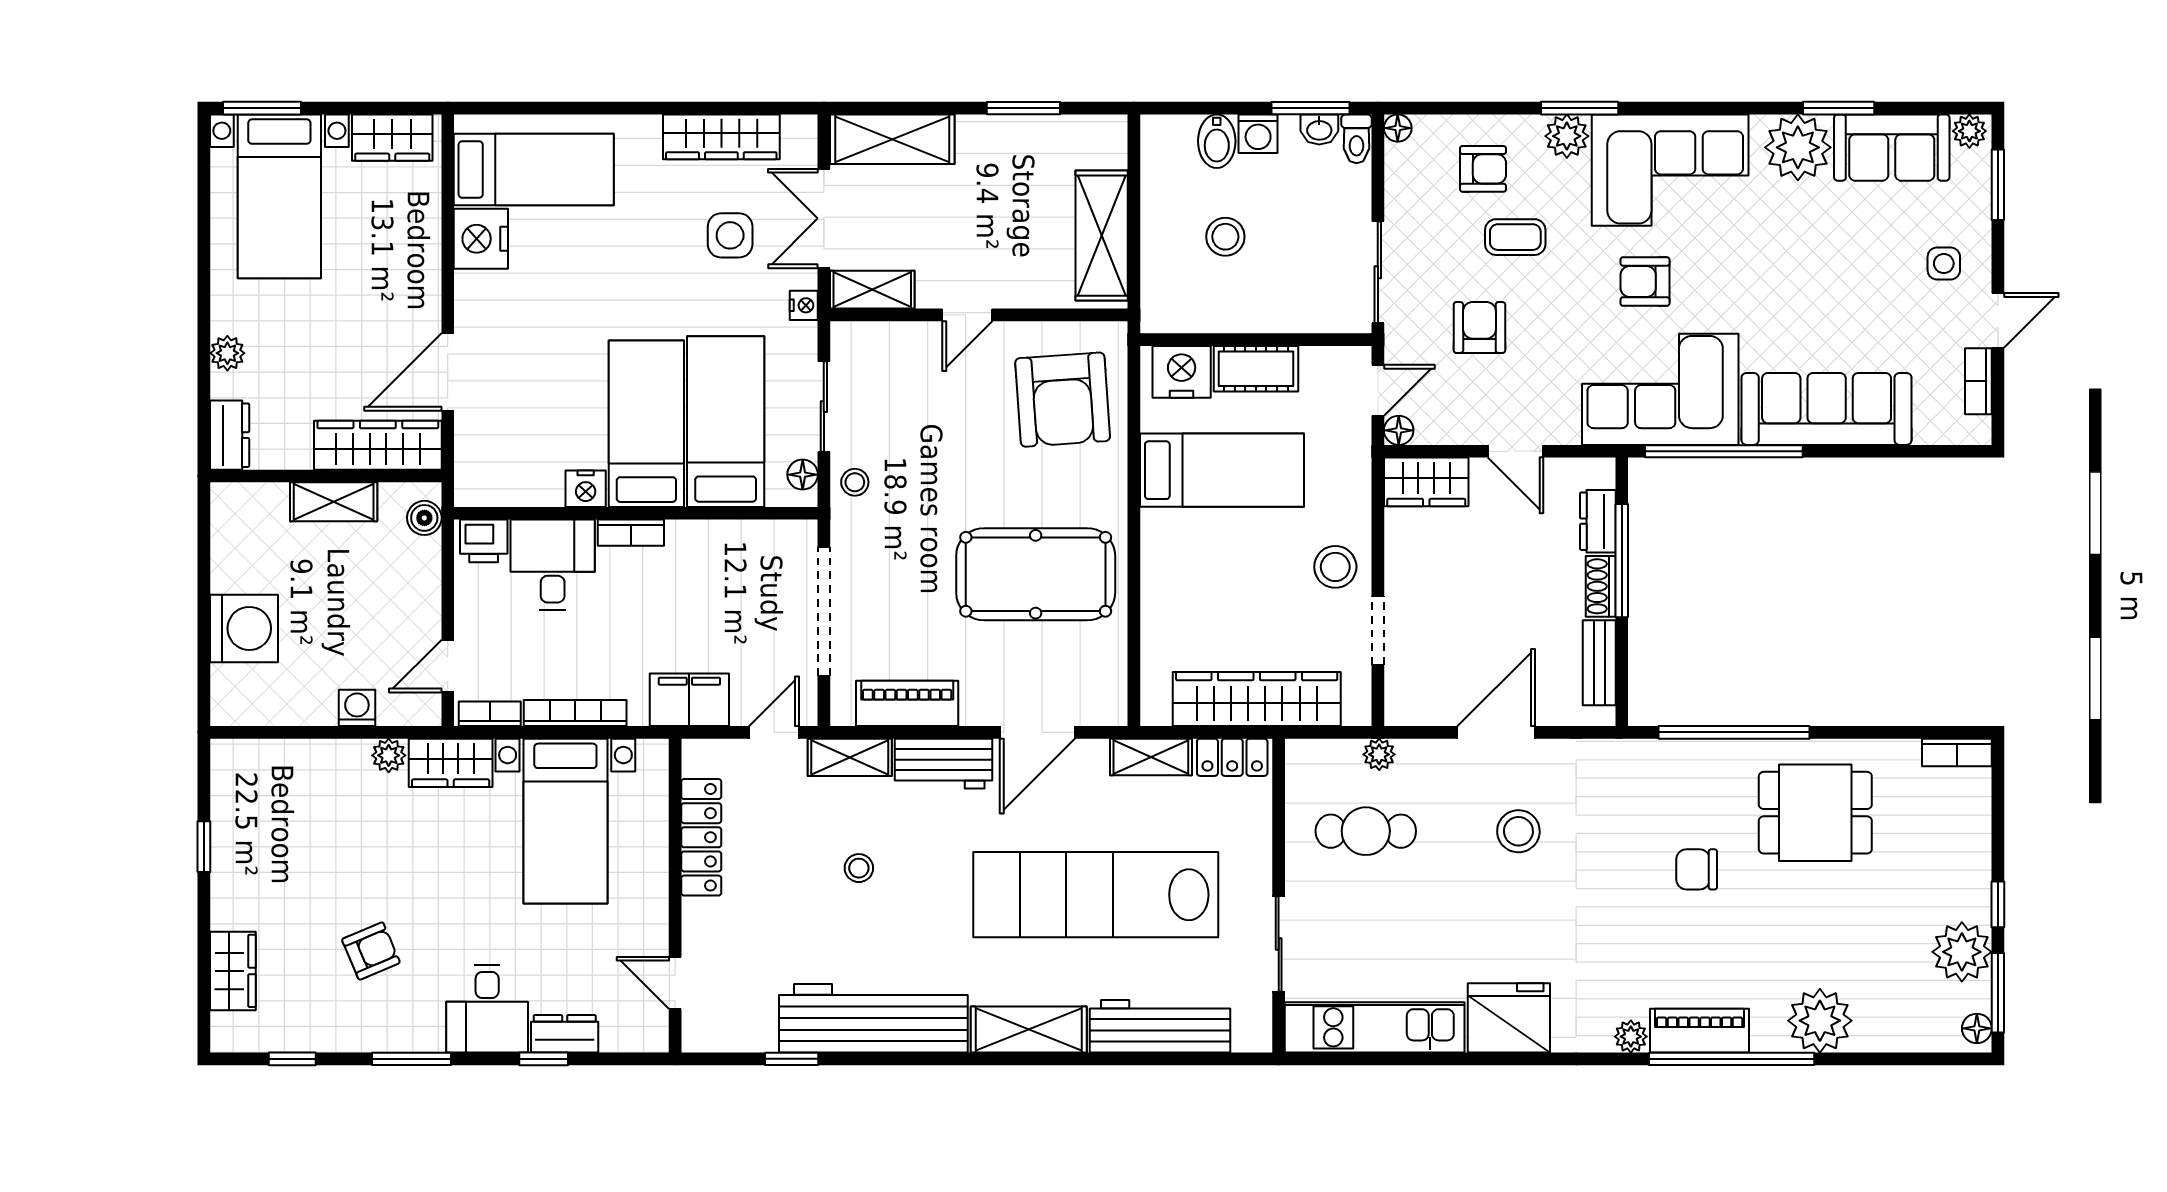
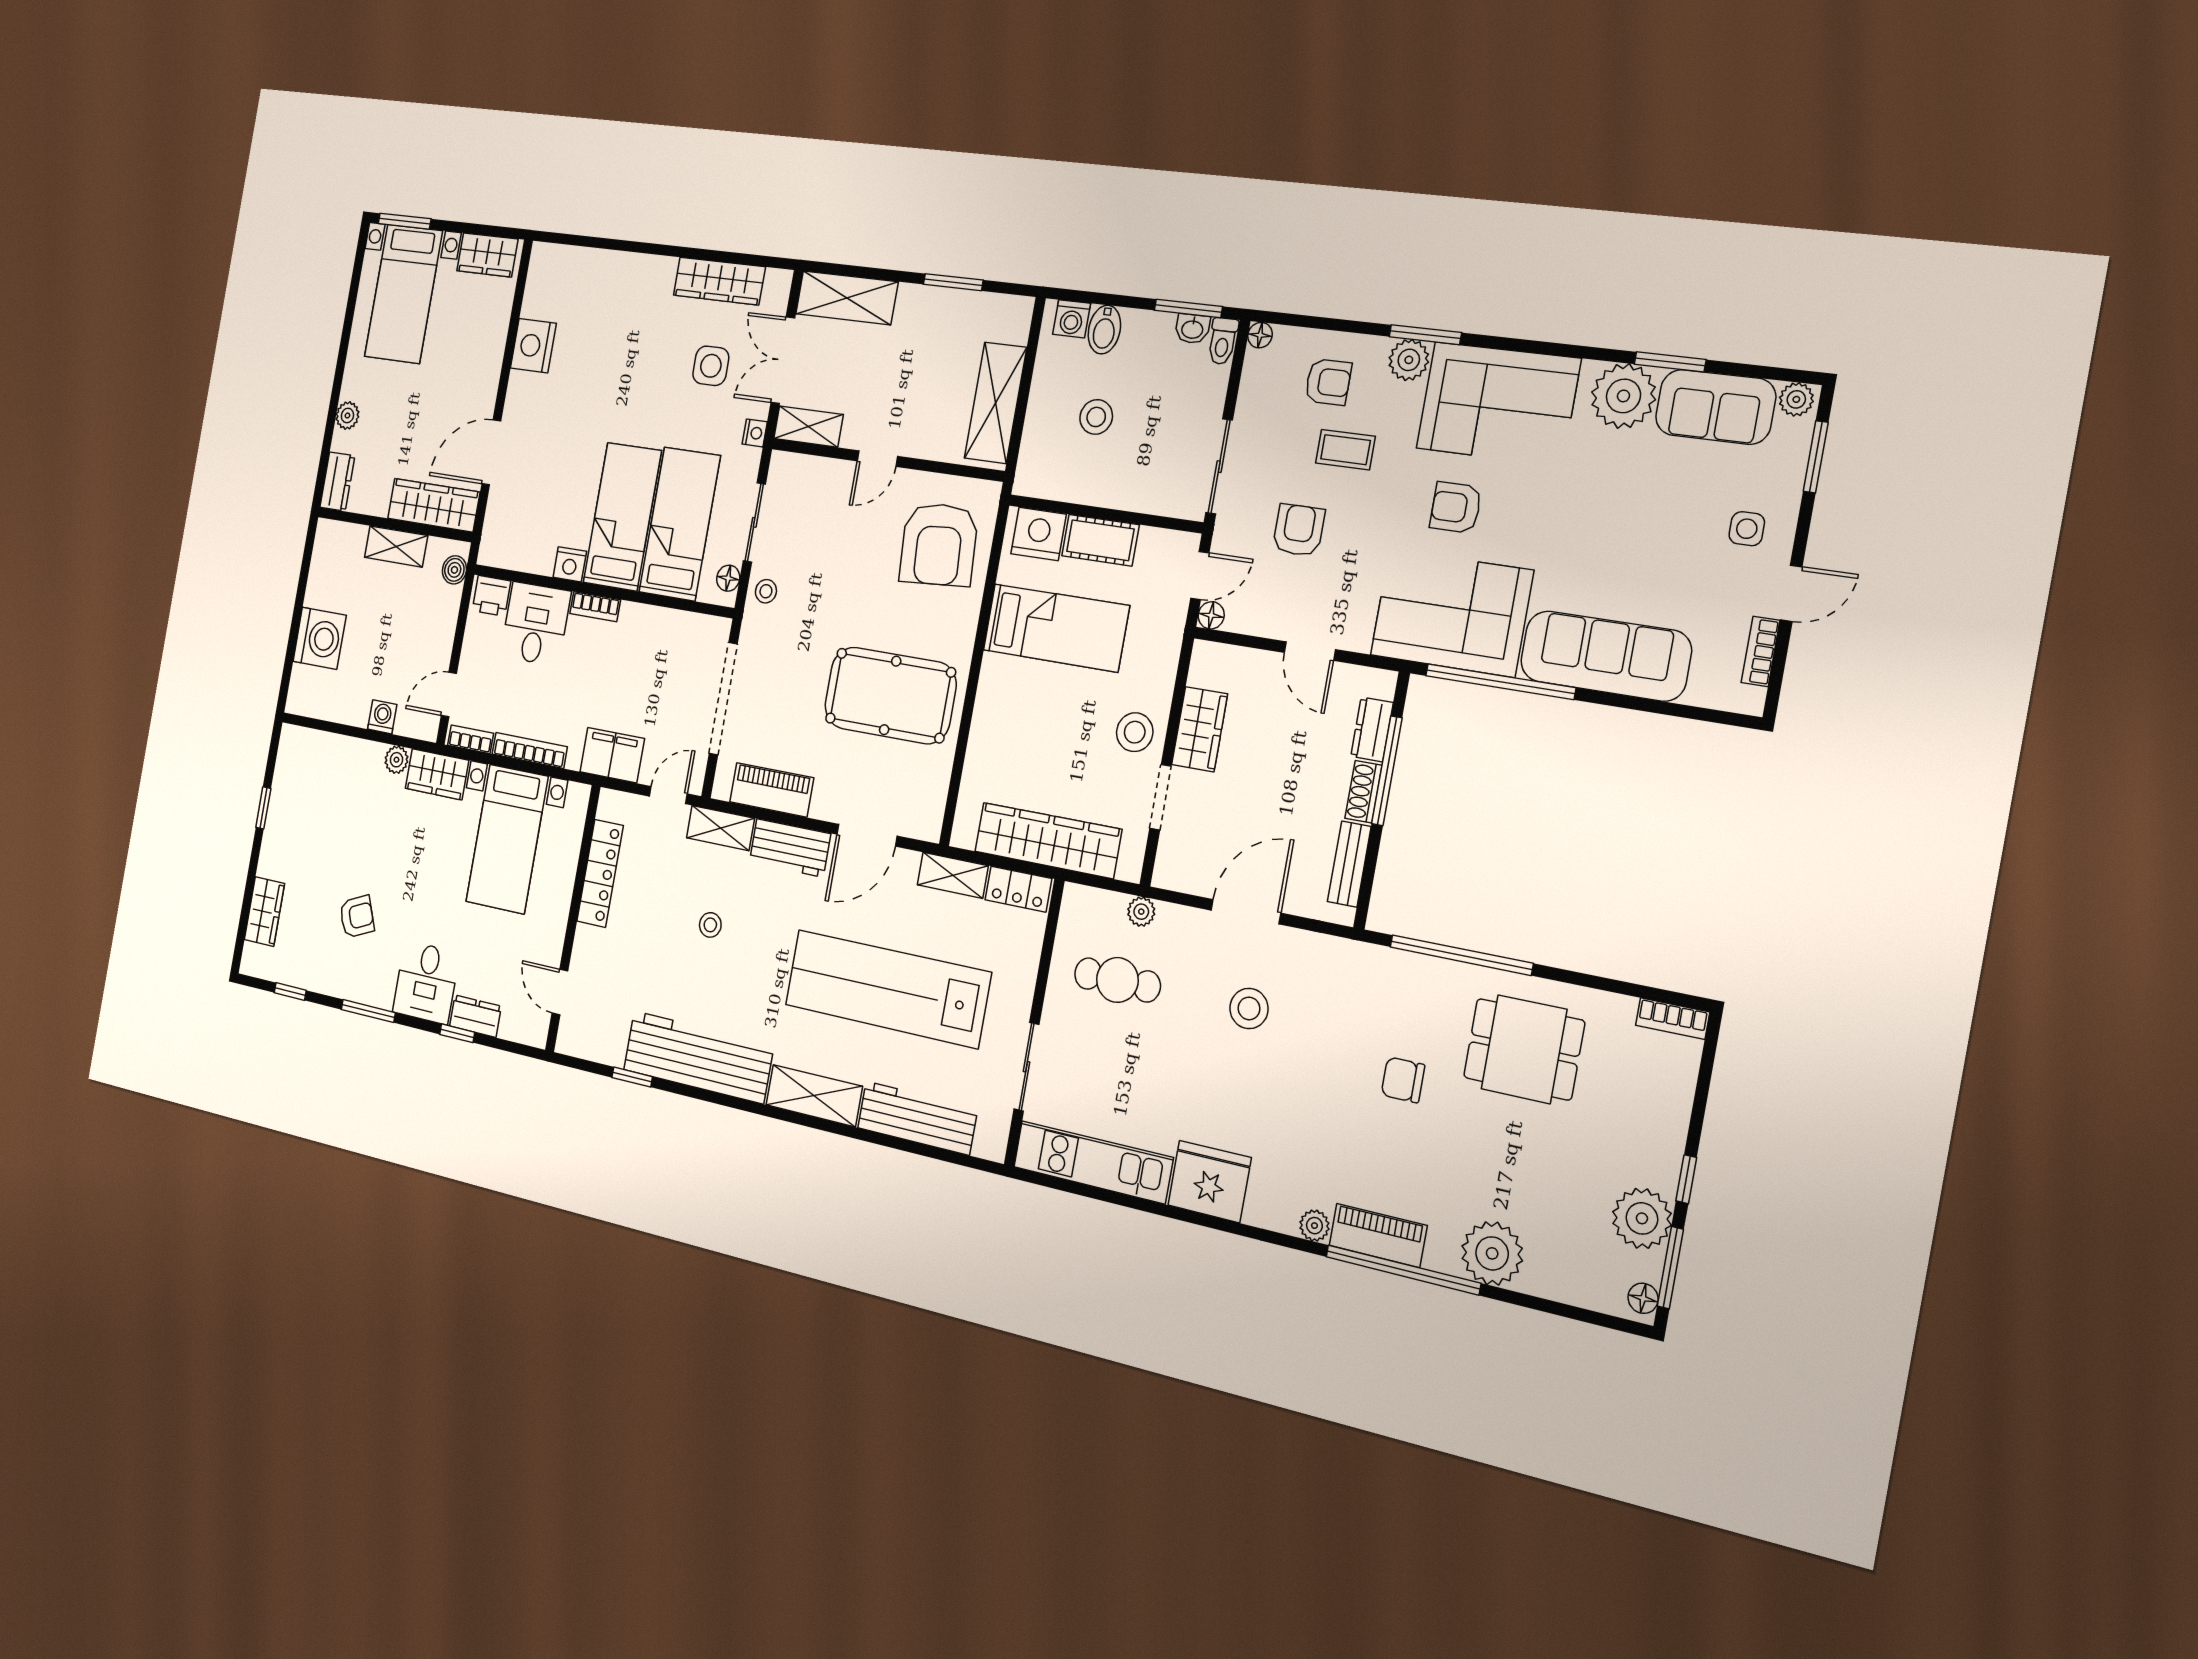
washing machine: (1258, 134) -> (1072, 319), moved
bed: (534, 169) -> (580, 293), removed
wardrobe: (1426, 482) -> (1200, 729), moved, turned -90

